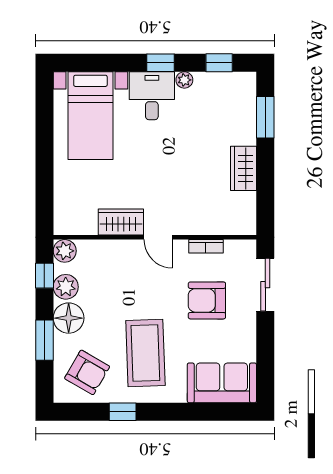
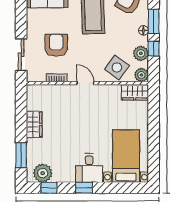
plant: (184, 80) -> (43, 173), moved, width x1.87, depth x1.87
wardrobe: (121, 222) -> (135, 92), moved
side table: (106, 263) -> (117, 67), added
window: (44, 276) -> (154, 49), moved
armchair: (207, 300) -> (56, 45), turned -90
floor lamp: (69, 318) -> (143, 30), width x0.53, depth x0.53

